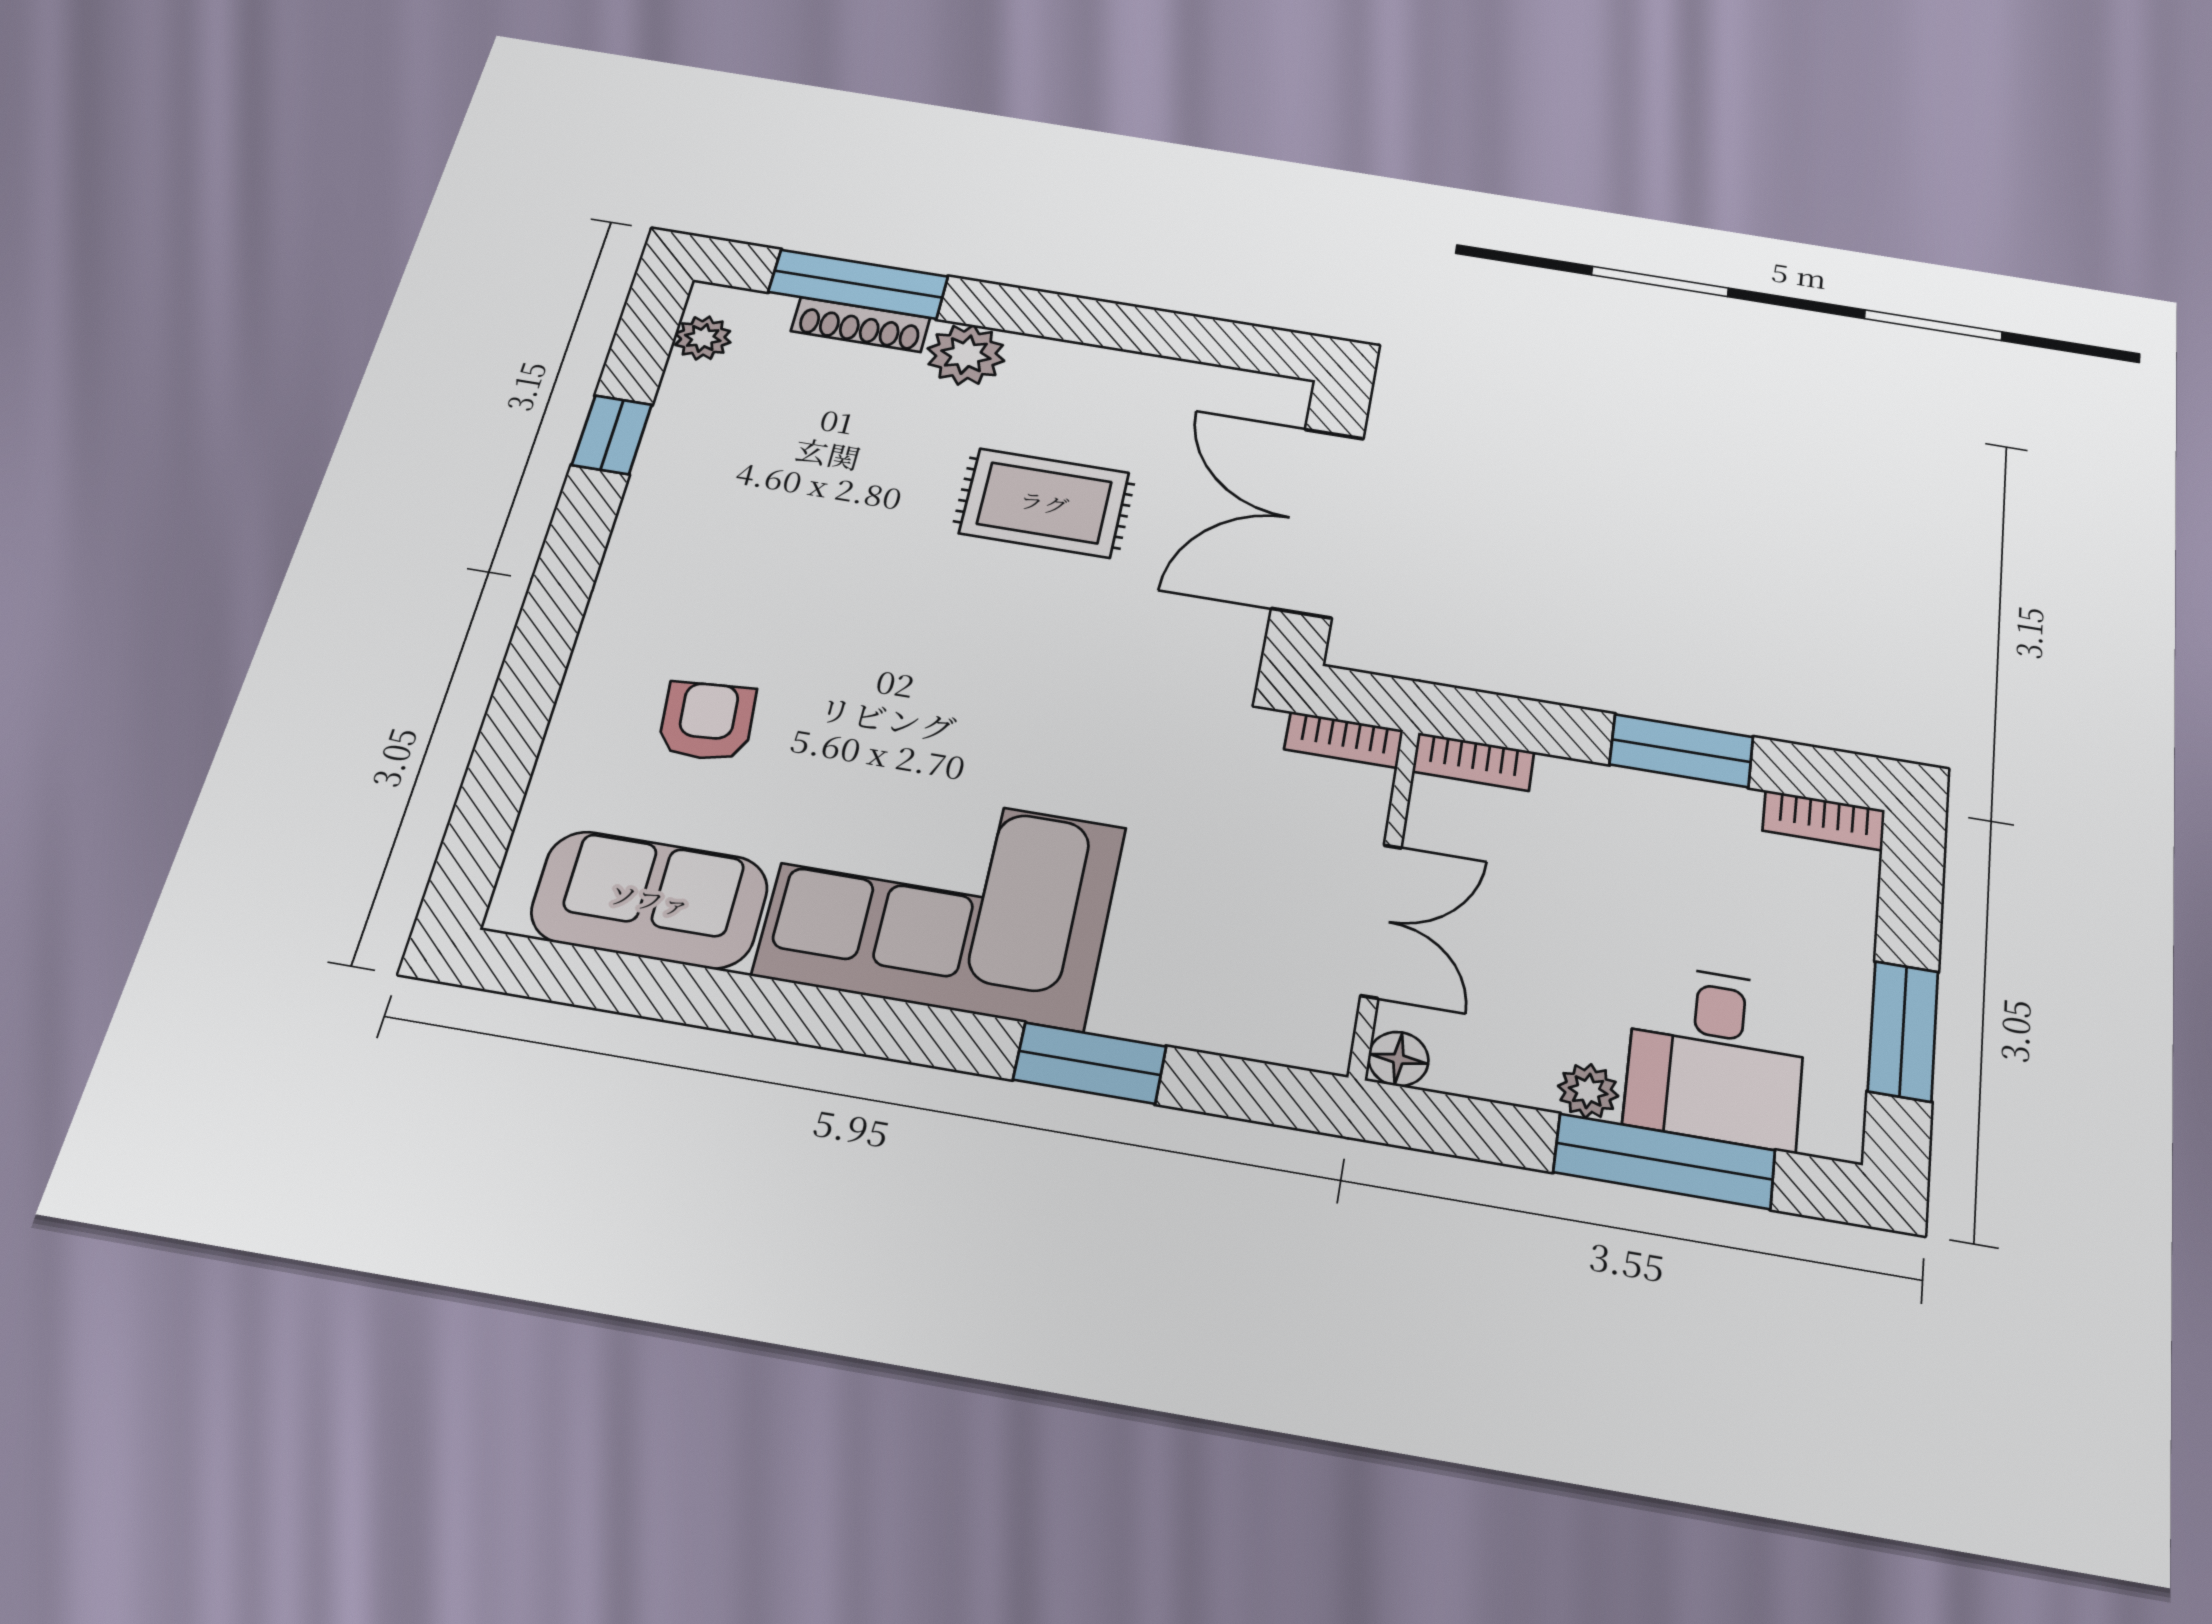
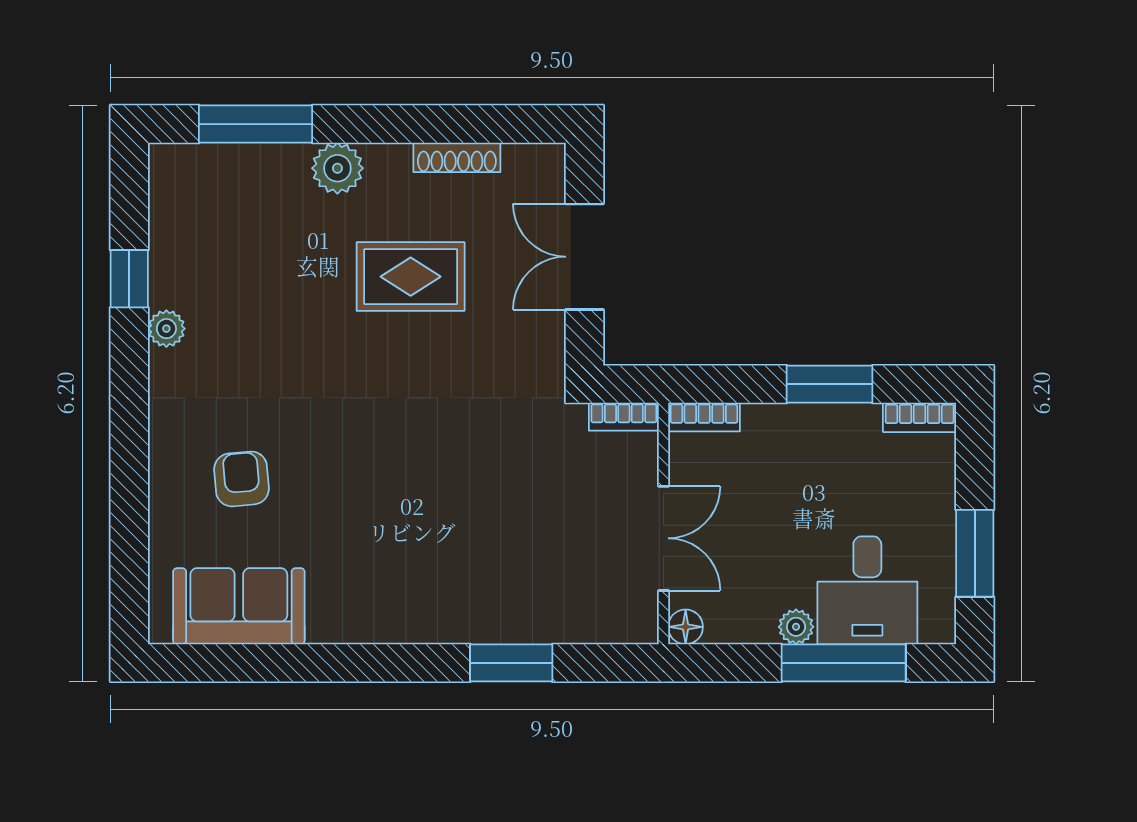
shoe rack: (861, 324) -> (457, 157), moved
plant: (703, 338) -> (166, 329), moved
double door: (1318, 522) -> (585, 257), width x0.73
corner sofa: (942, 901) -> (406, 574), removed

